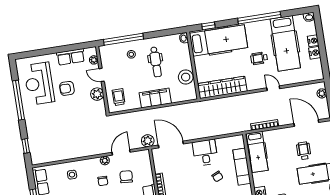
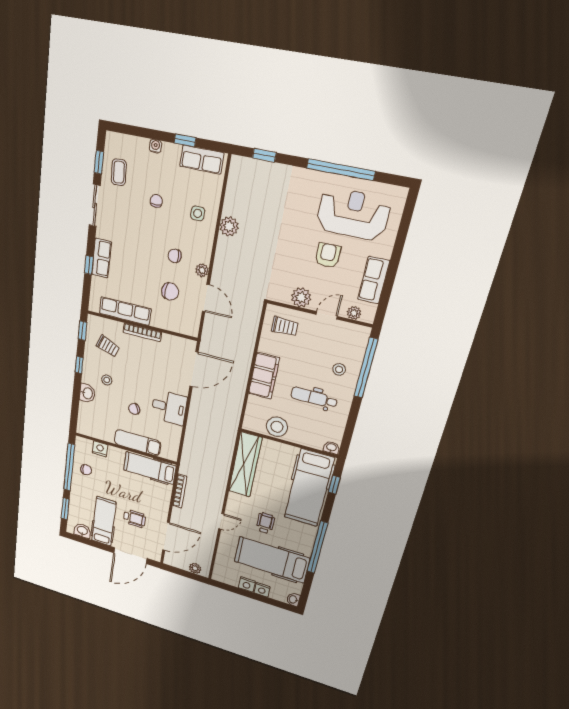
plant: (148, 141) -> (229, 226), moved

